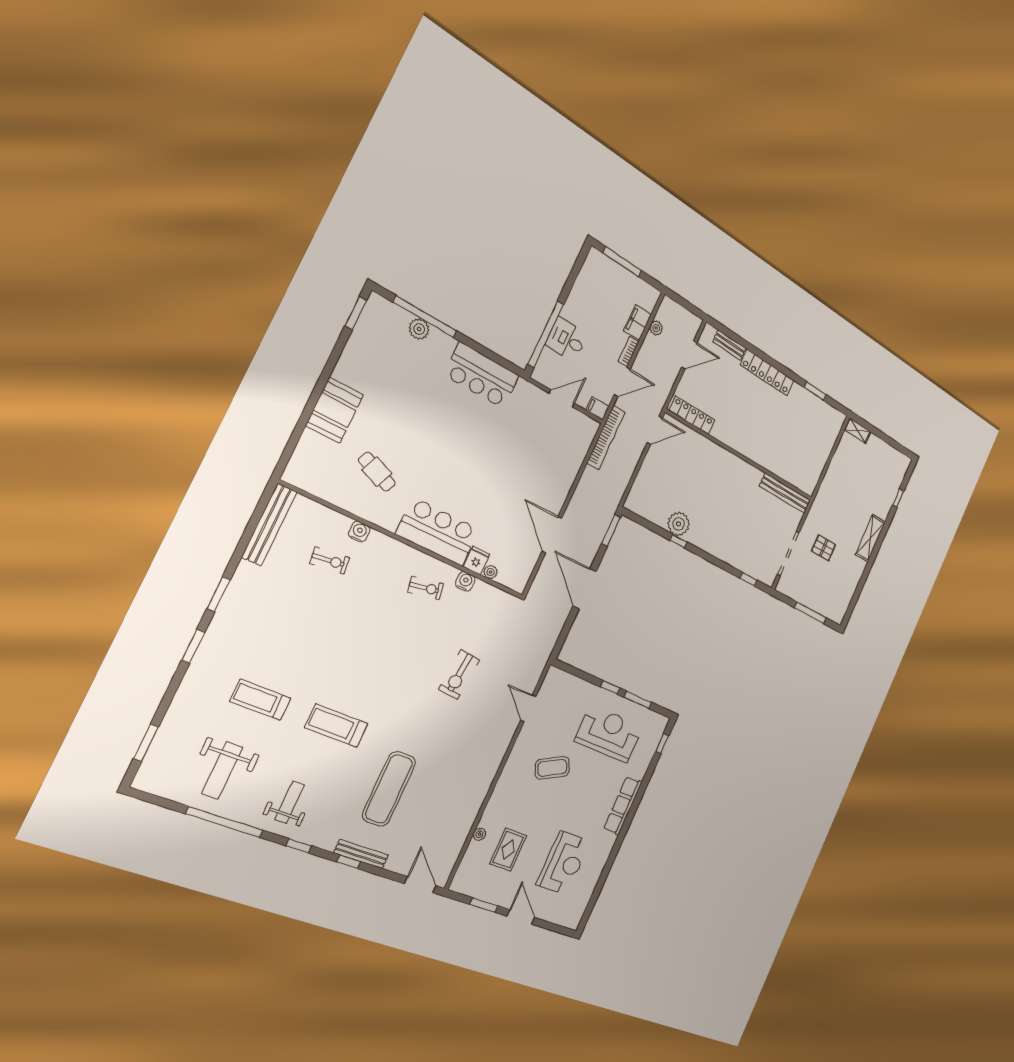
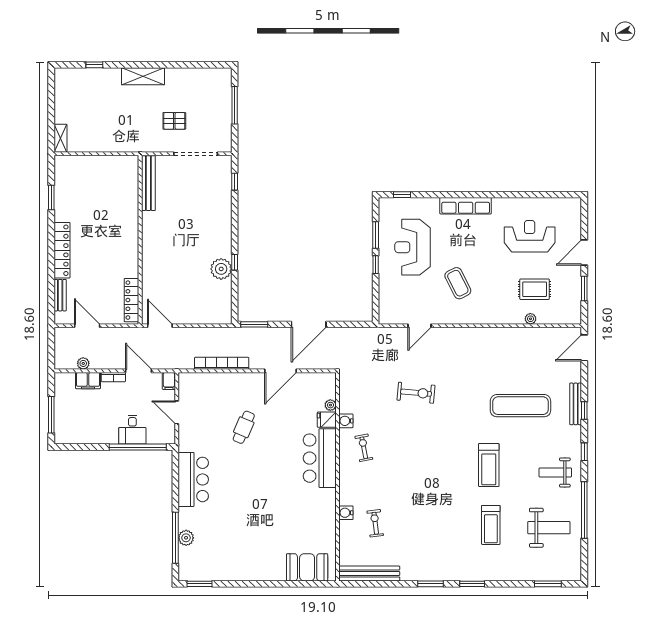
booth: (335, 410) -> (307, 567), moved
bookcase: (606, 438) -> (222, 363), moved
cafe table: (377, 472) -> (244, 427), moved
pallet: (824, 548) -> (174, 121), turned 90

